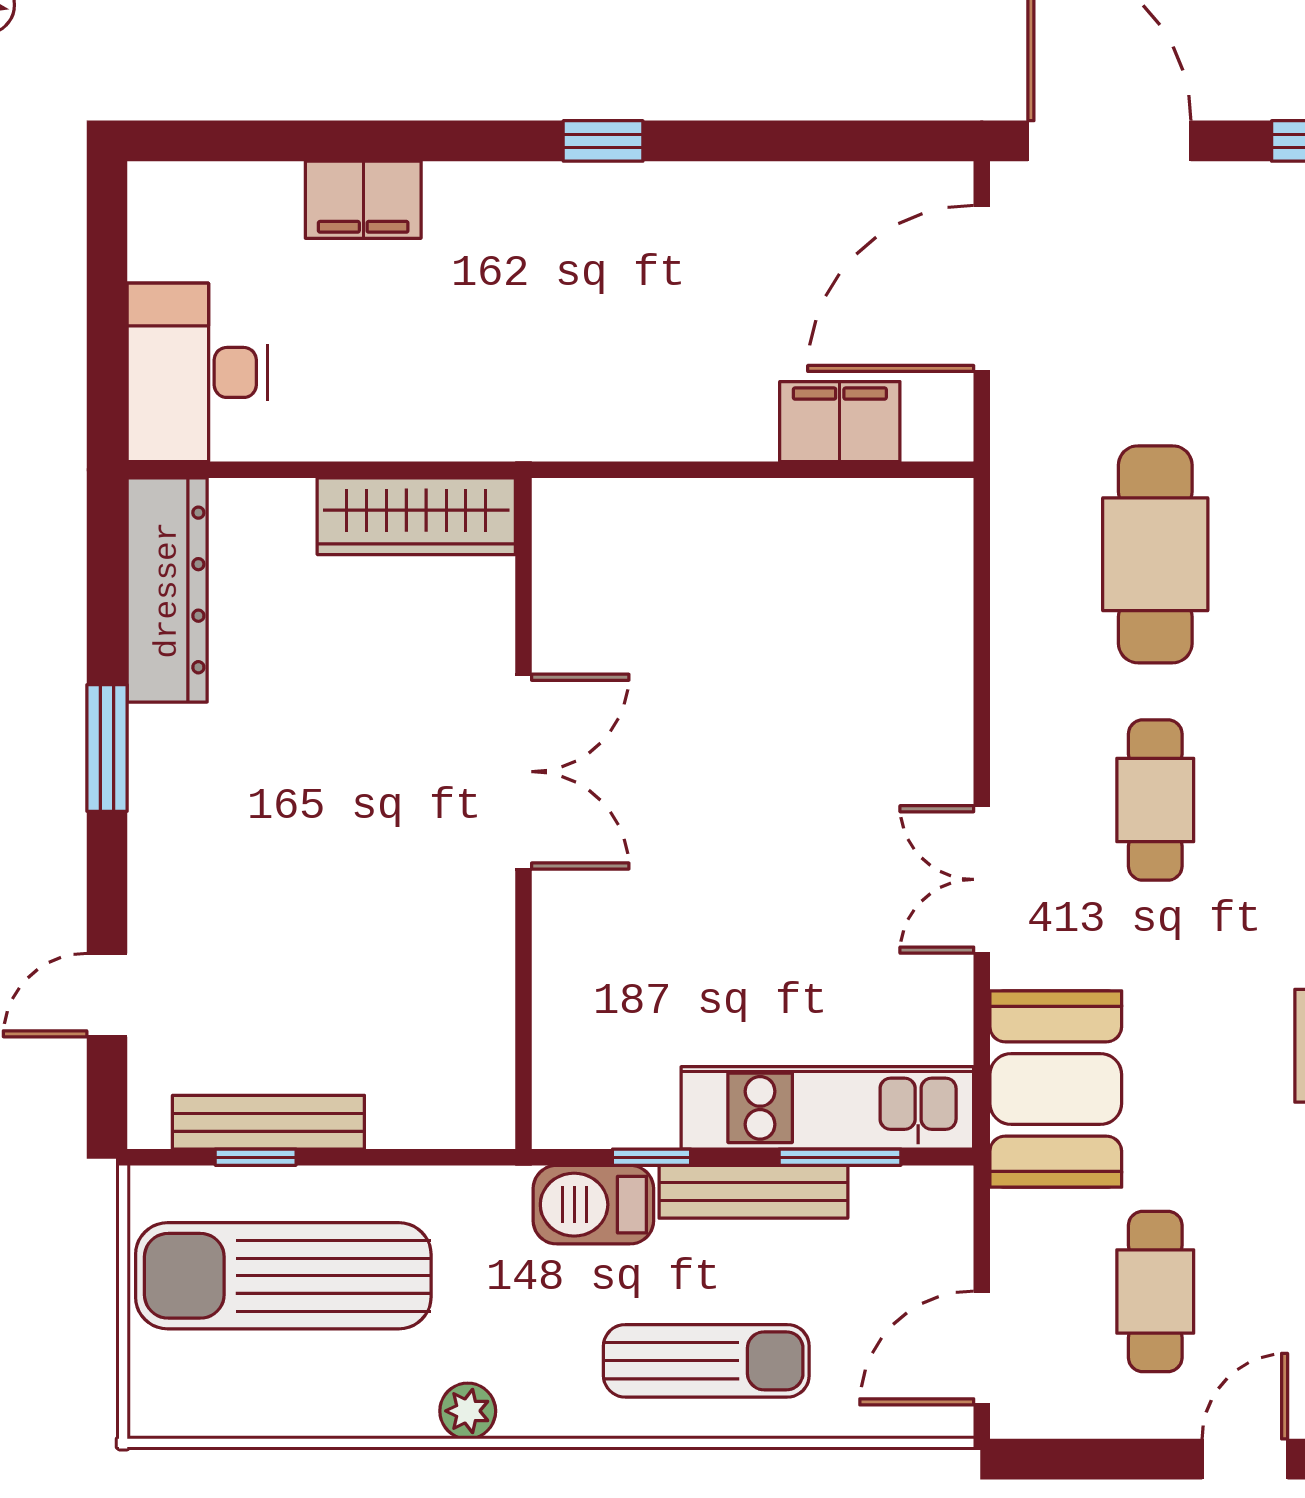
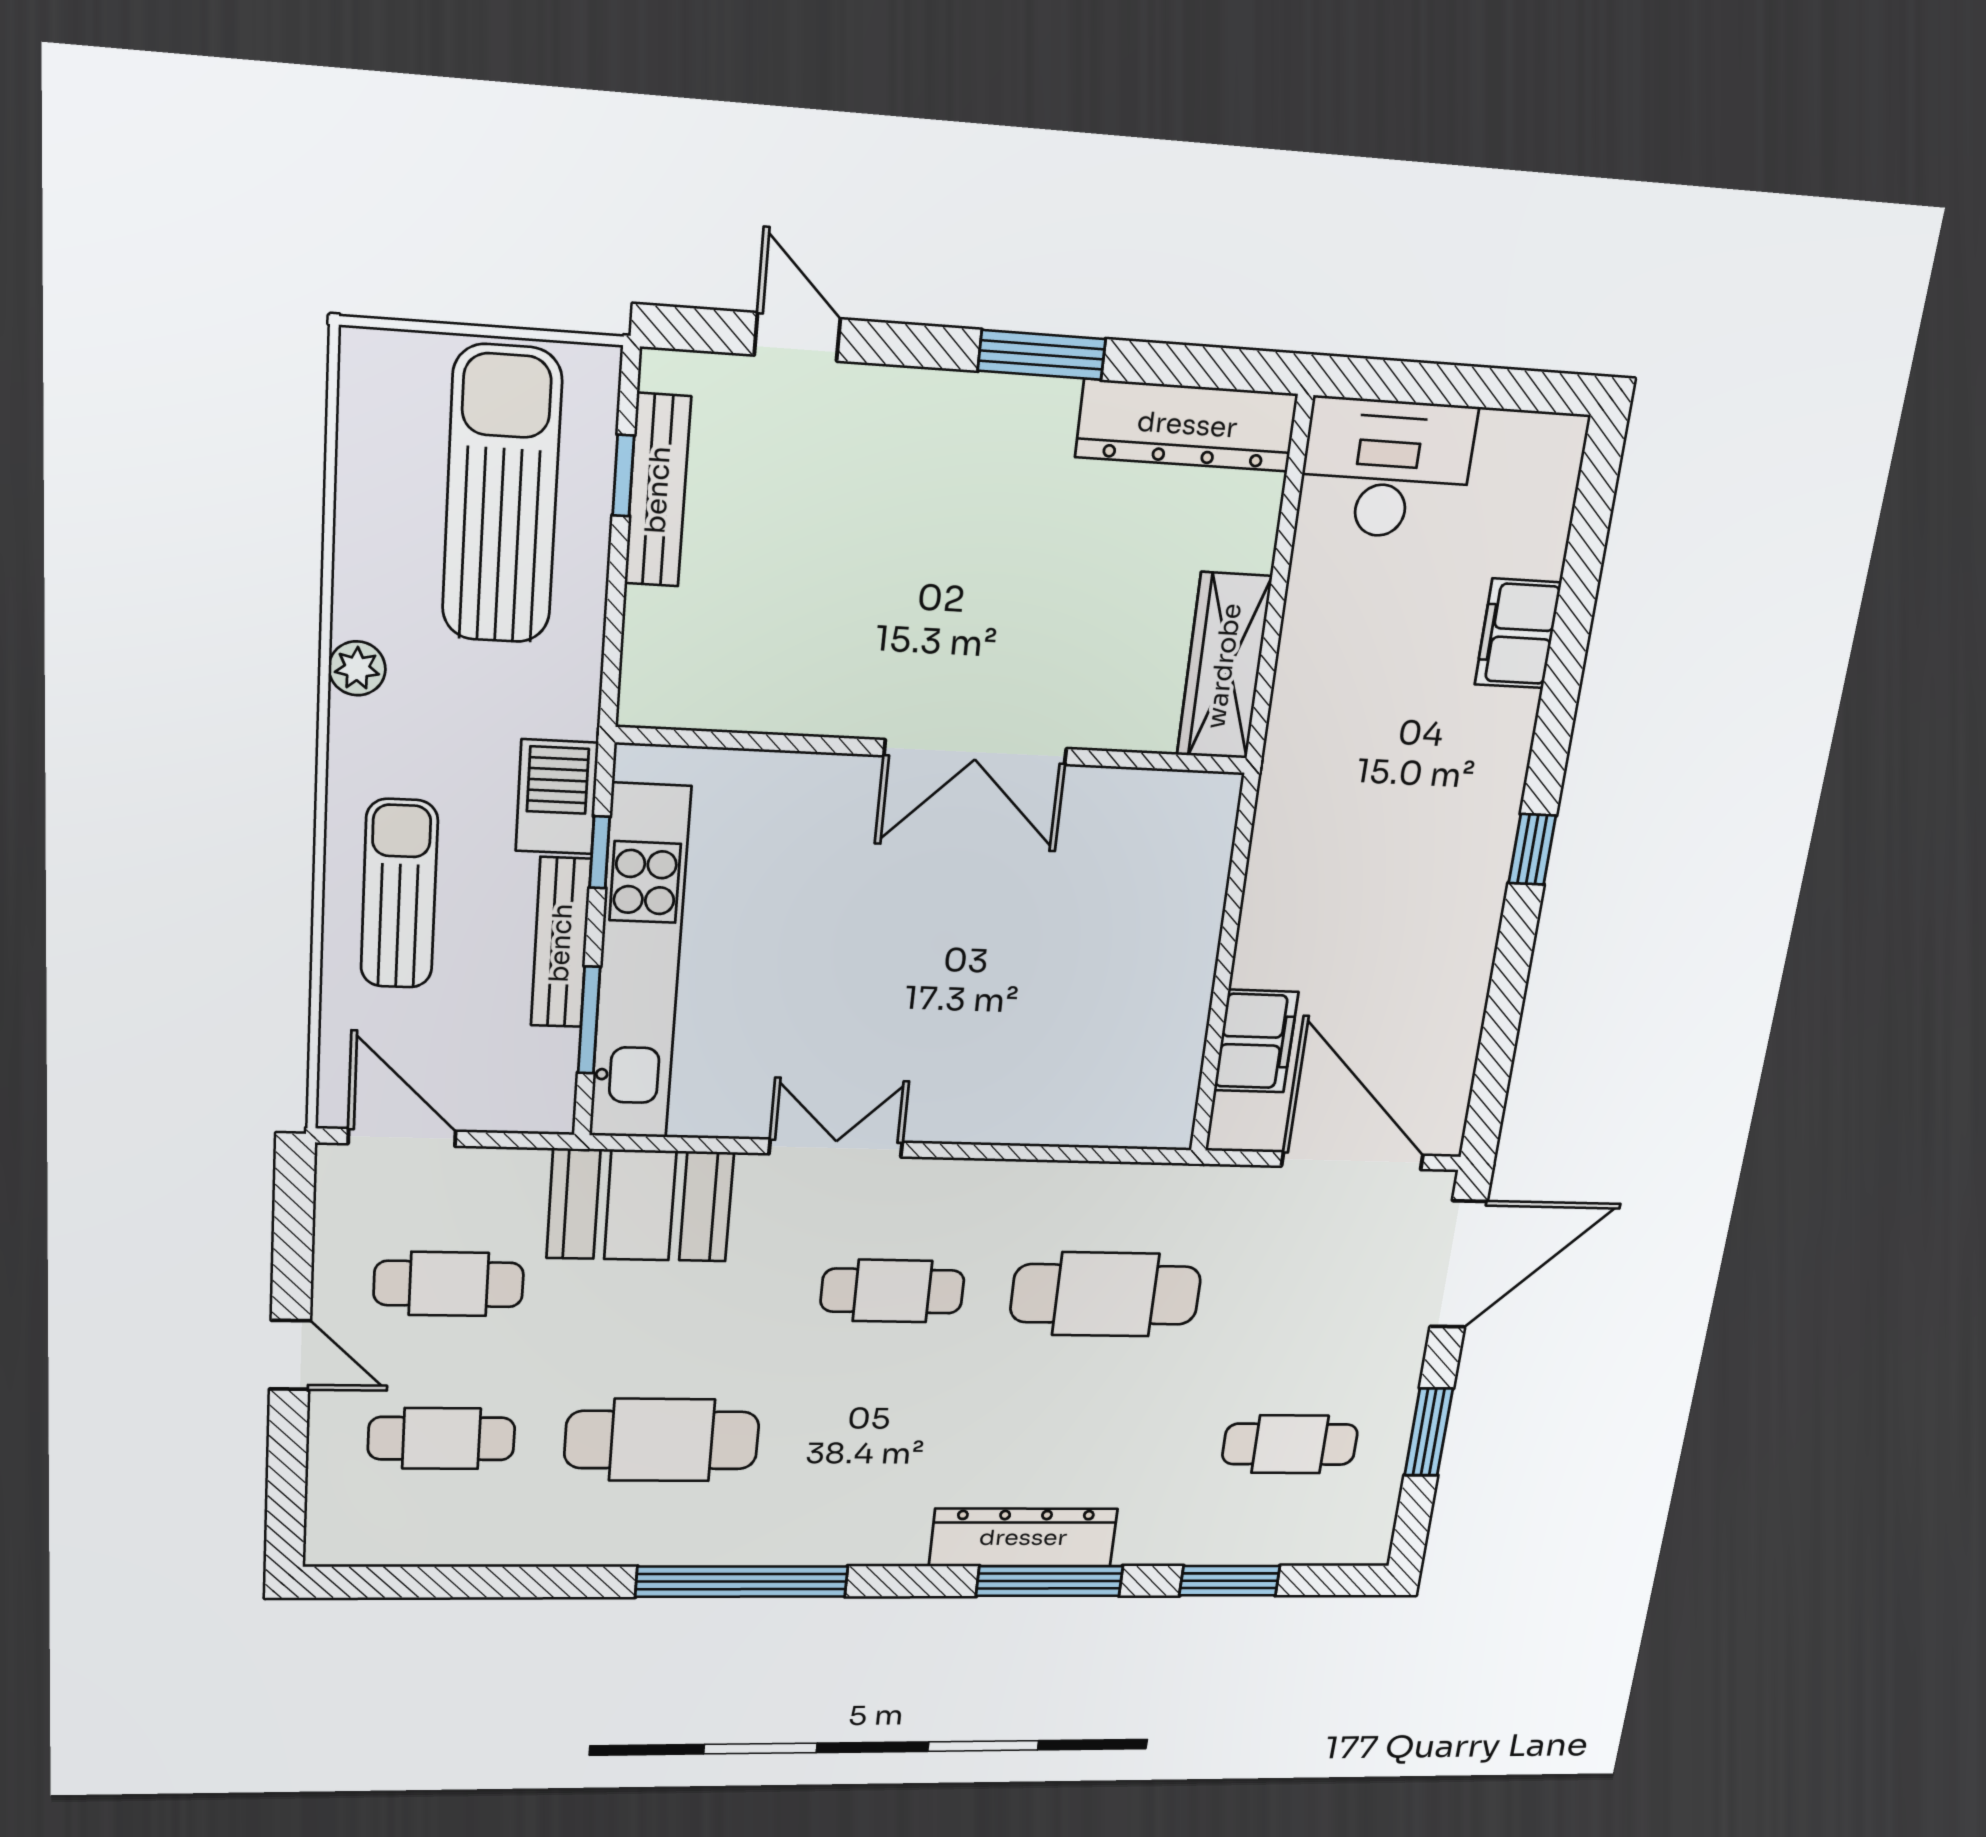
kitchen unit: (827, 1108) -> (639, 964), width x1.36
sun lounger: (706, 1361) -> (399, 894), turned 180

